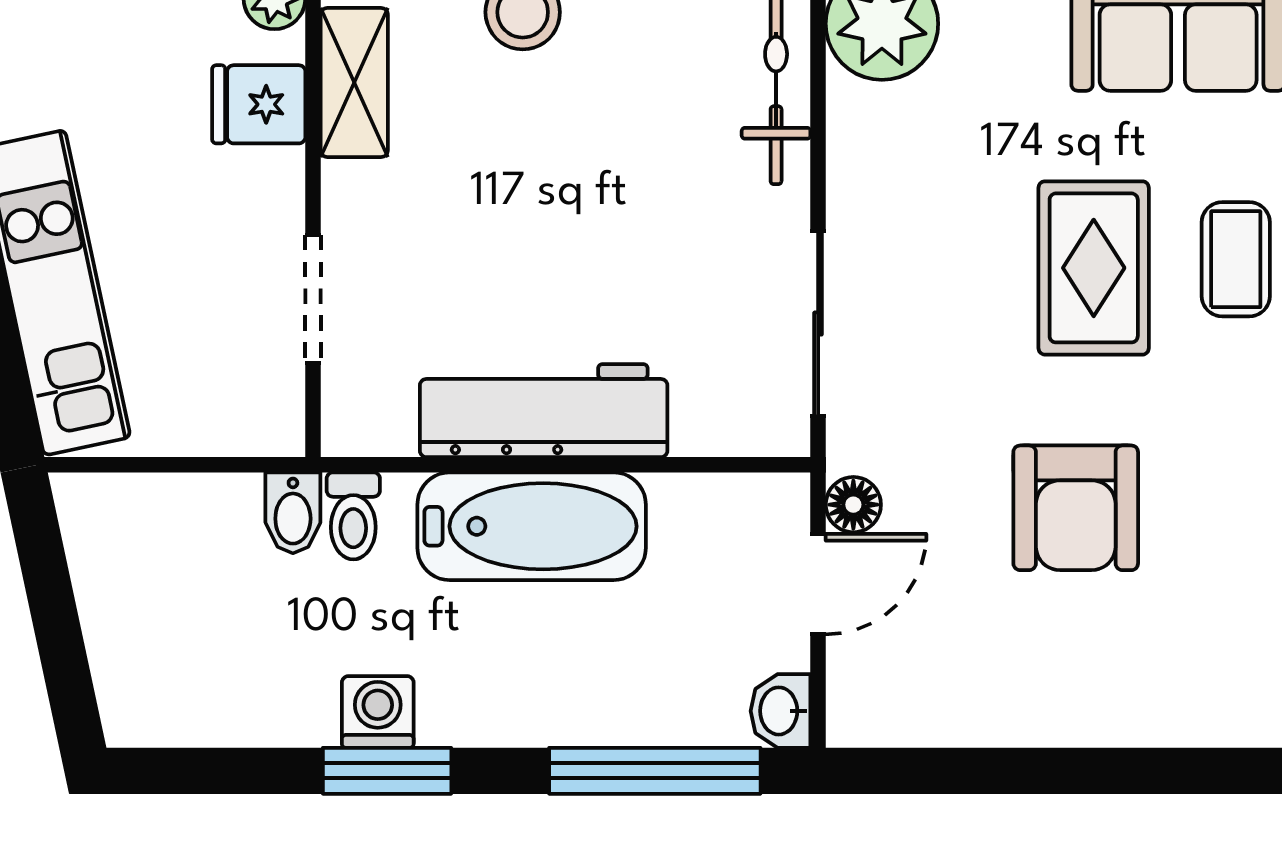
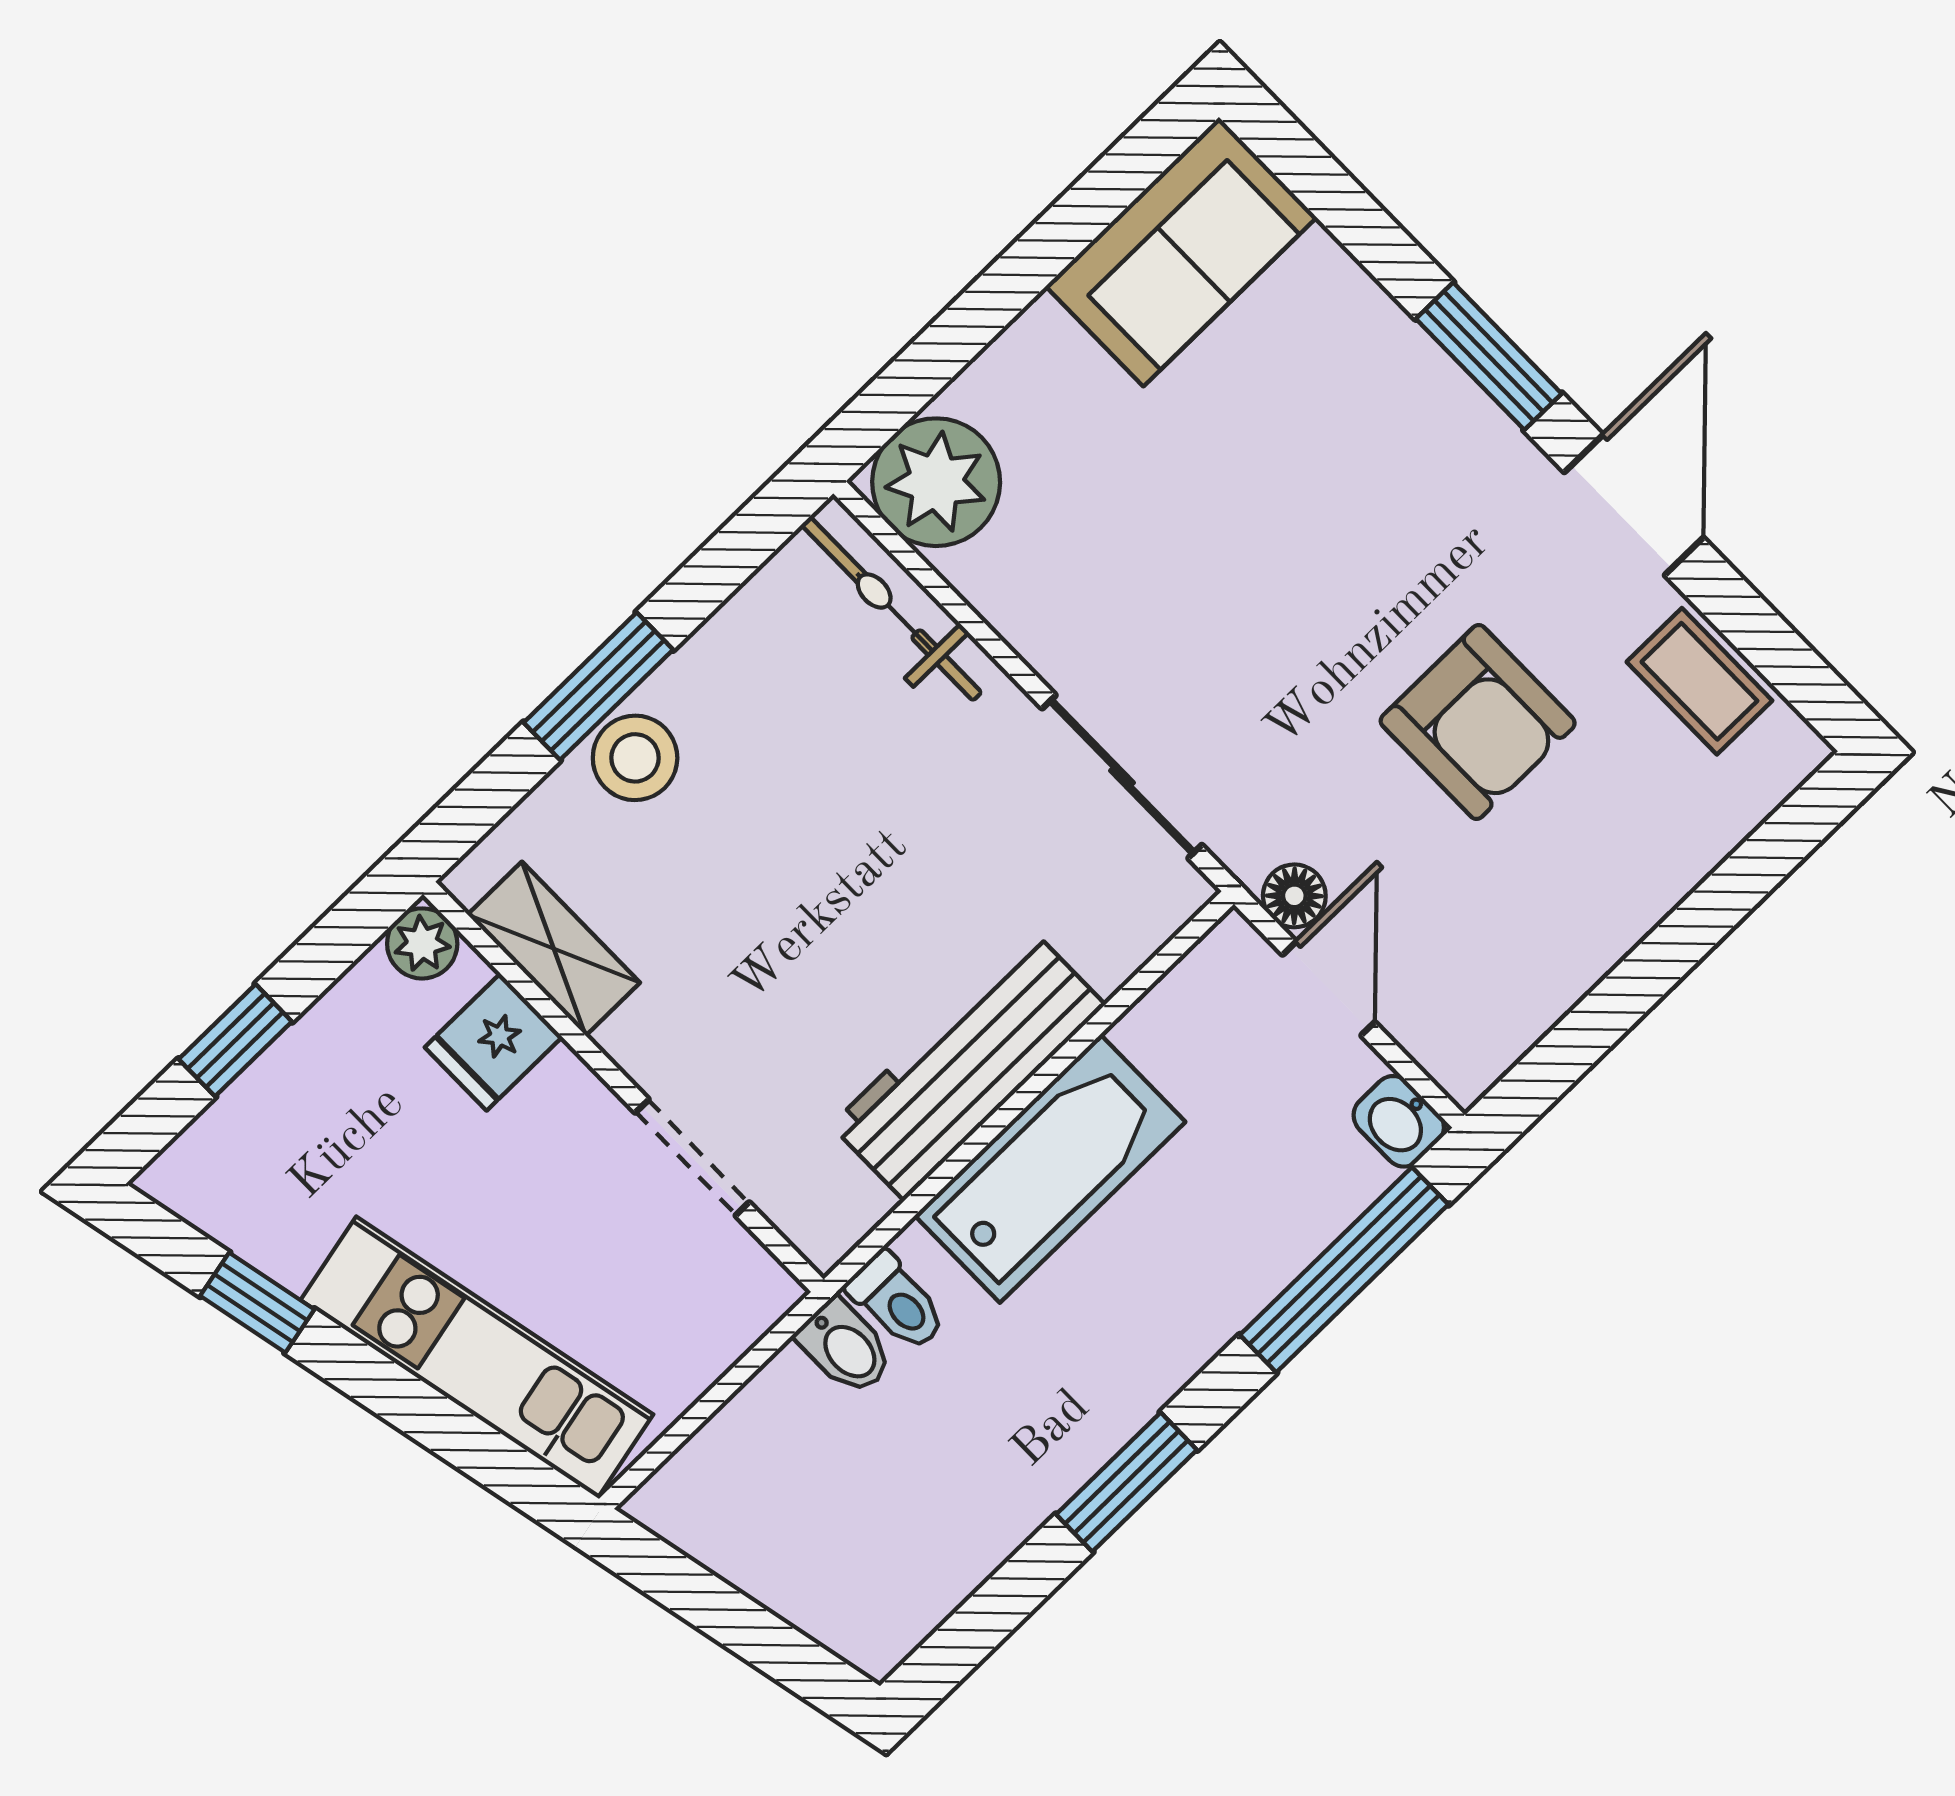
coffee table: (1236, 259) -> (1699, 681), moved
rug: (1094, 268) -> (1302, 513), removed
washing machine: (378, 712) -> (1072, 1442), removed

